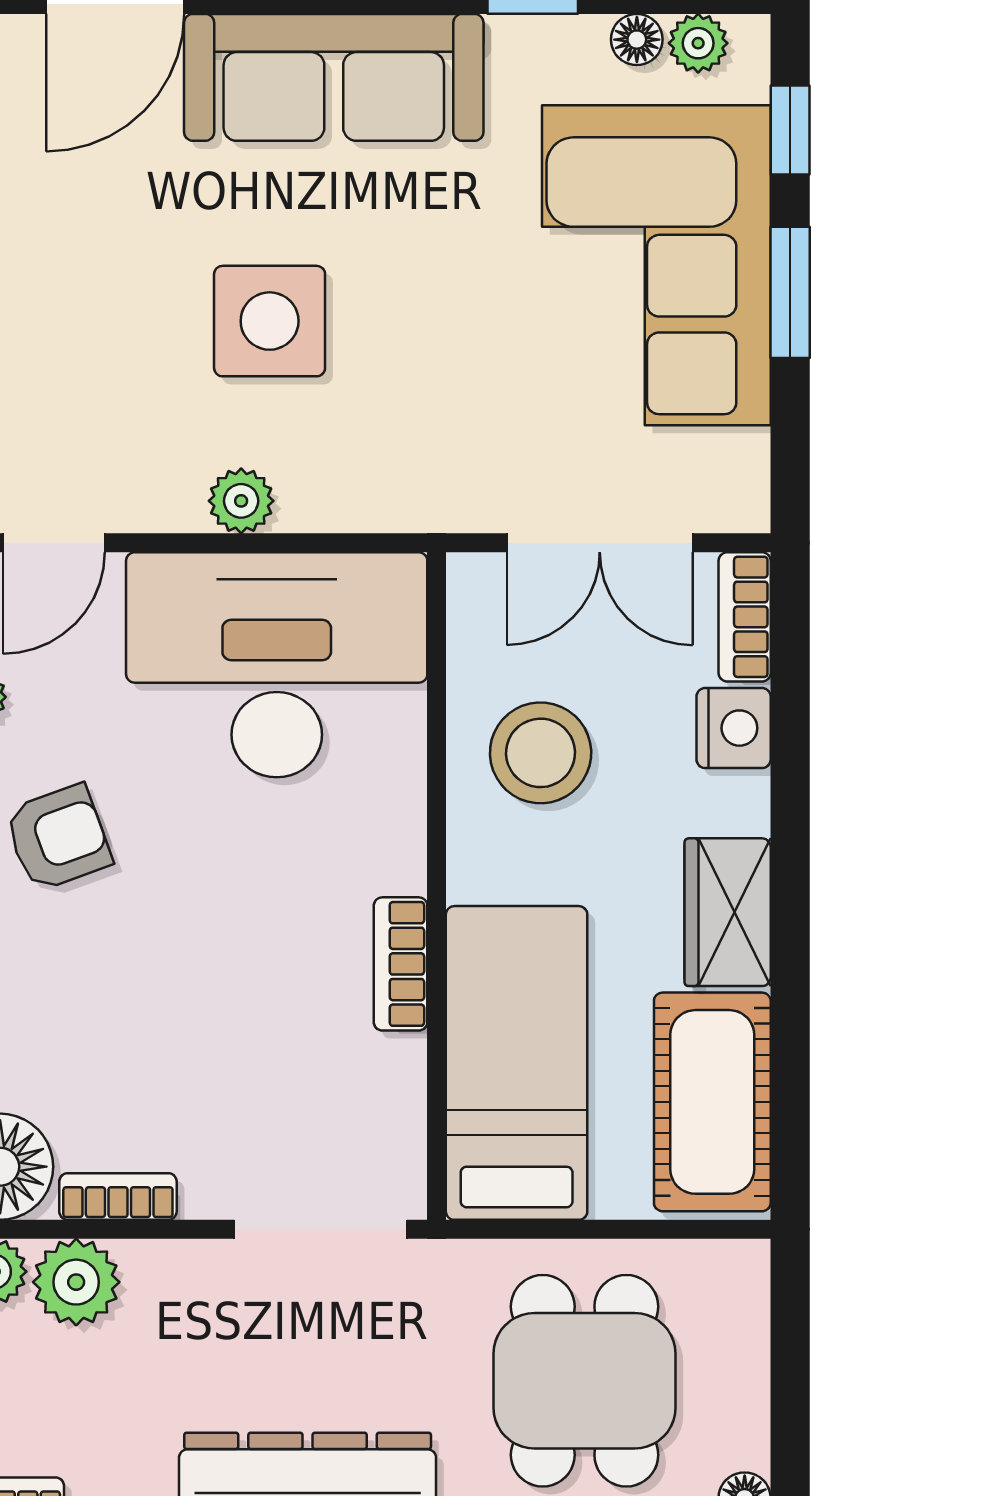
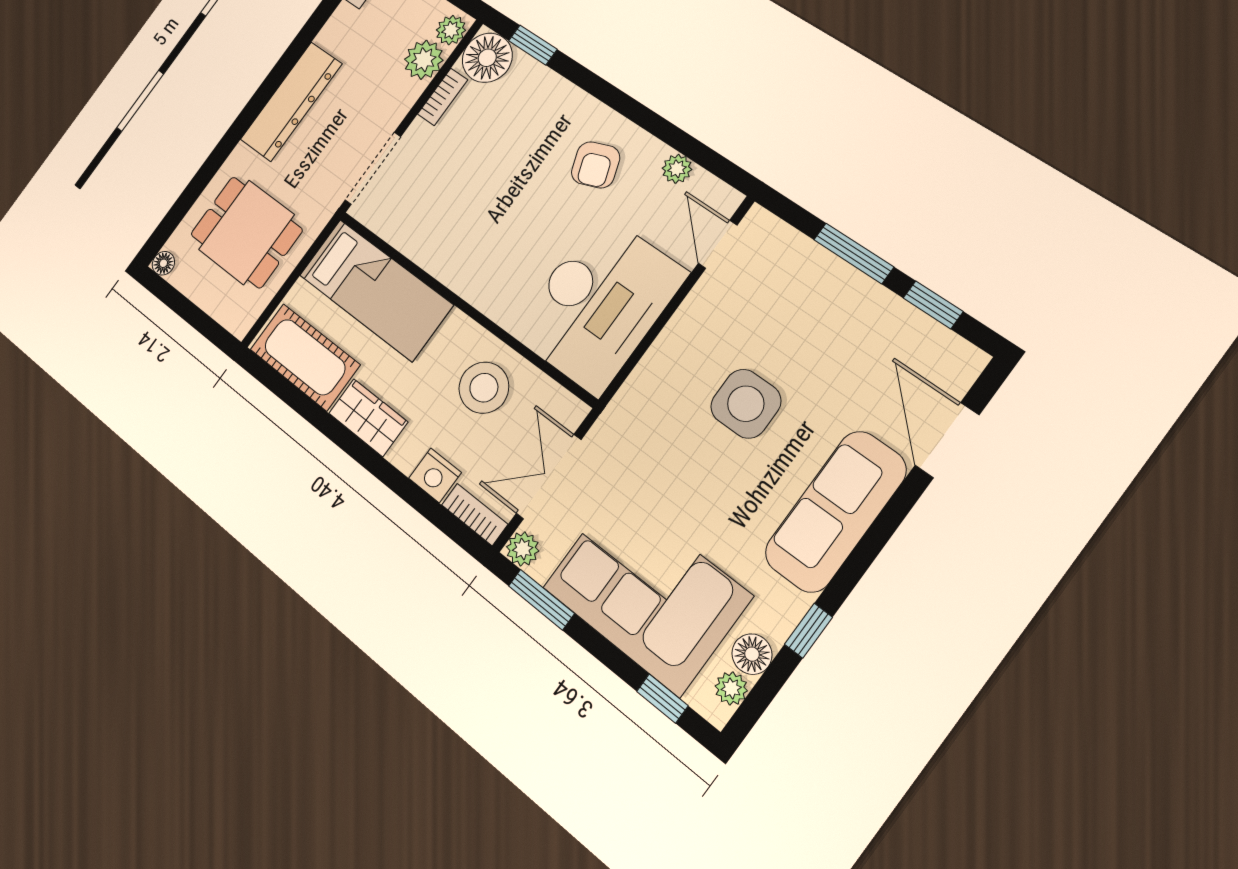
floor lamp: (637, 40) -> (752, 654), width x1.37, depth x1.37
window: (790, 292) -> (541, 600), moved
plant: (241, 501) -> (523, 549), moved
bookcase: (401, 964) -> (446, 270), removed

